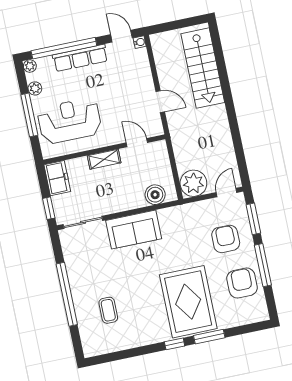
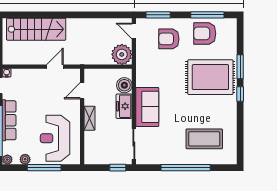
freezer: (57, 178) -> (124, 106), moved, turned -90
window: (263, 265) -> (207, 15), moved
coffee table: (108, 310) -> (204, 139), width x1.86, depth x1.72

